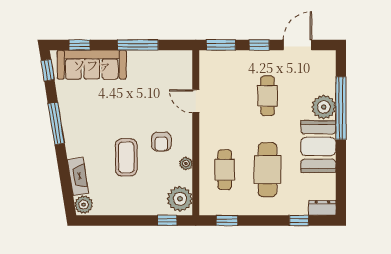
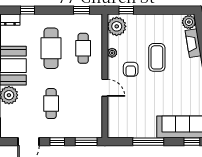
door: (196, 101) -> (105, 88), moved
armchair: (161, 142) -> (131, 69), turned 180

